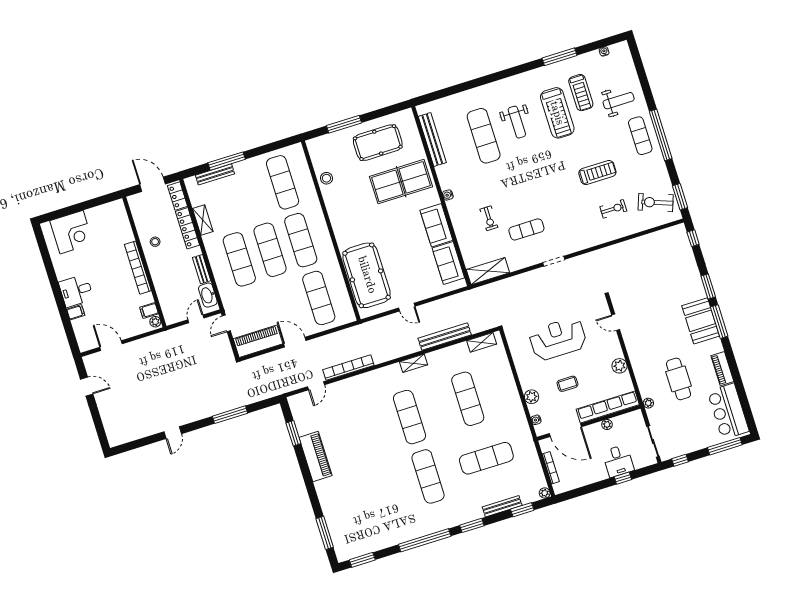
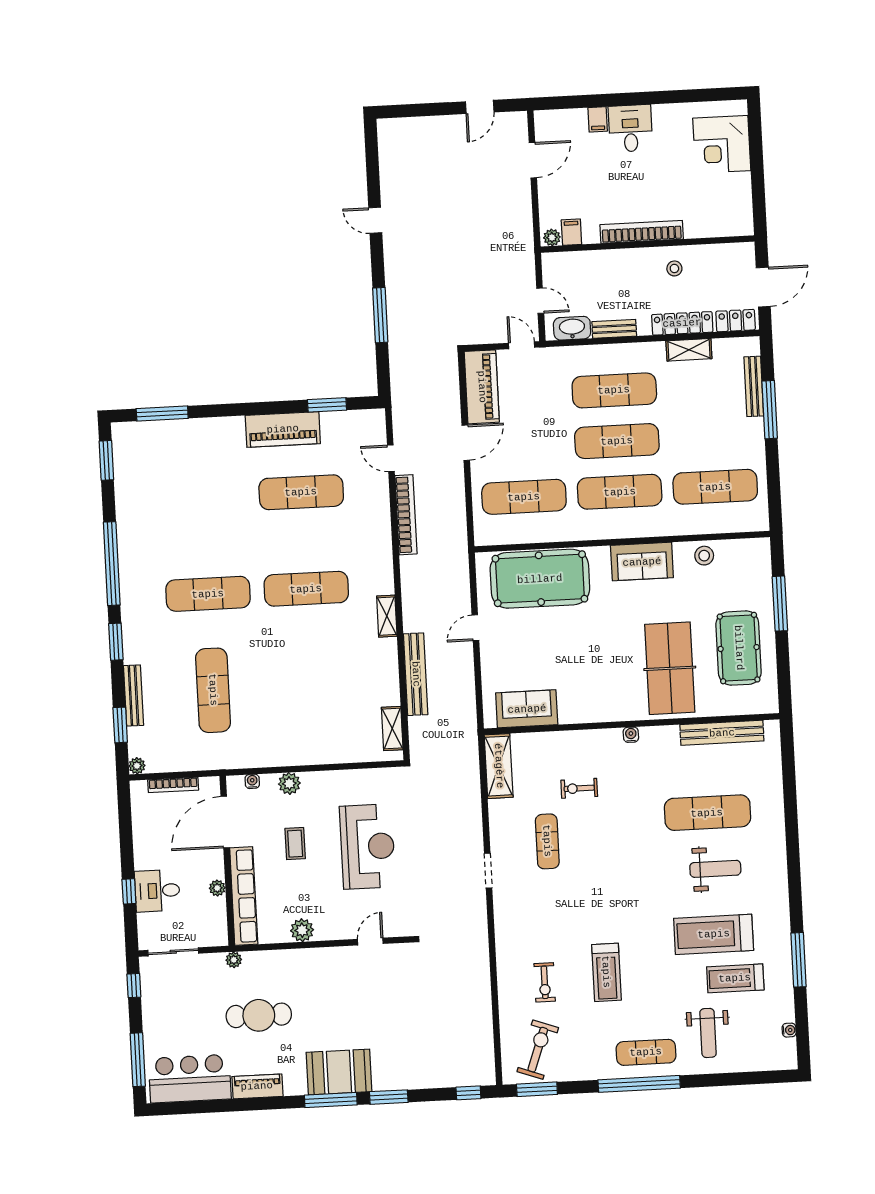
weight bench: (517, 122) -> (715, 869), turned 180
sofa: (436, 225) -> (642, 562), moved, turned 180
exercise mat: (468, 399) -> (301, 492), moved

